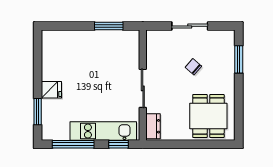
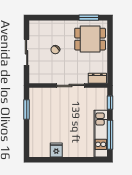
window: (239, 59) -> (89, 18), moved
fridge: (51, 90) -> (56, 150), moved
window: (38, 112) -> (87, 160), removed
kitchen unit: (103, 131) -> (101, 134), moved

